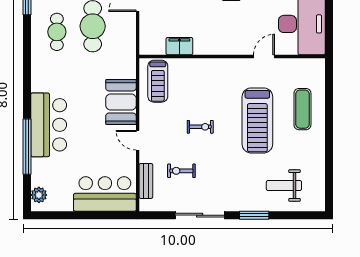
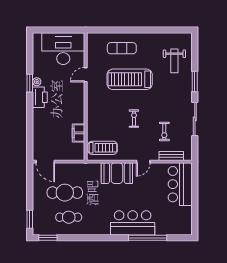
door: (264, 56) -> (86, 75), hinge flipped
treadmill: (257, 120) -> (130, 79), turned 180
plant: (39, 195) -> (181, 230), removed

